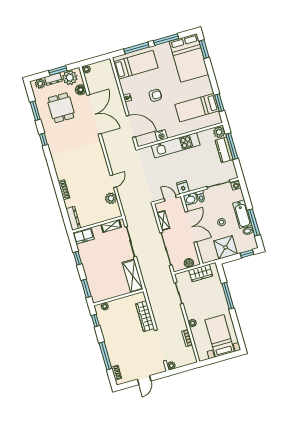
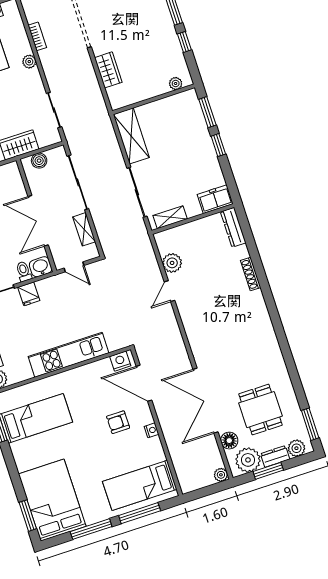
armchair: (155, 95) -> (118, 422), moved
window: (35, 111) -> (310, 424), moved
nightstand: (161, 135) -> (120, 361), moved
window: (43, 140) -> (288, 356), removed
fridge: (183, 187) -> (29, 294), moved
window: (78, 258) -> (218, 145), moved
wardrobe: (145, 316) -> (108, 70), width x0.67
window: (95, 321) -> (184, 42), moved

